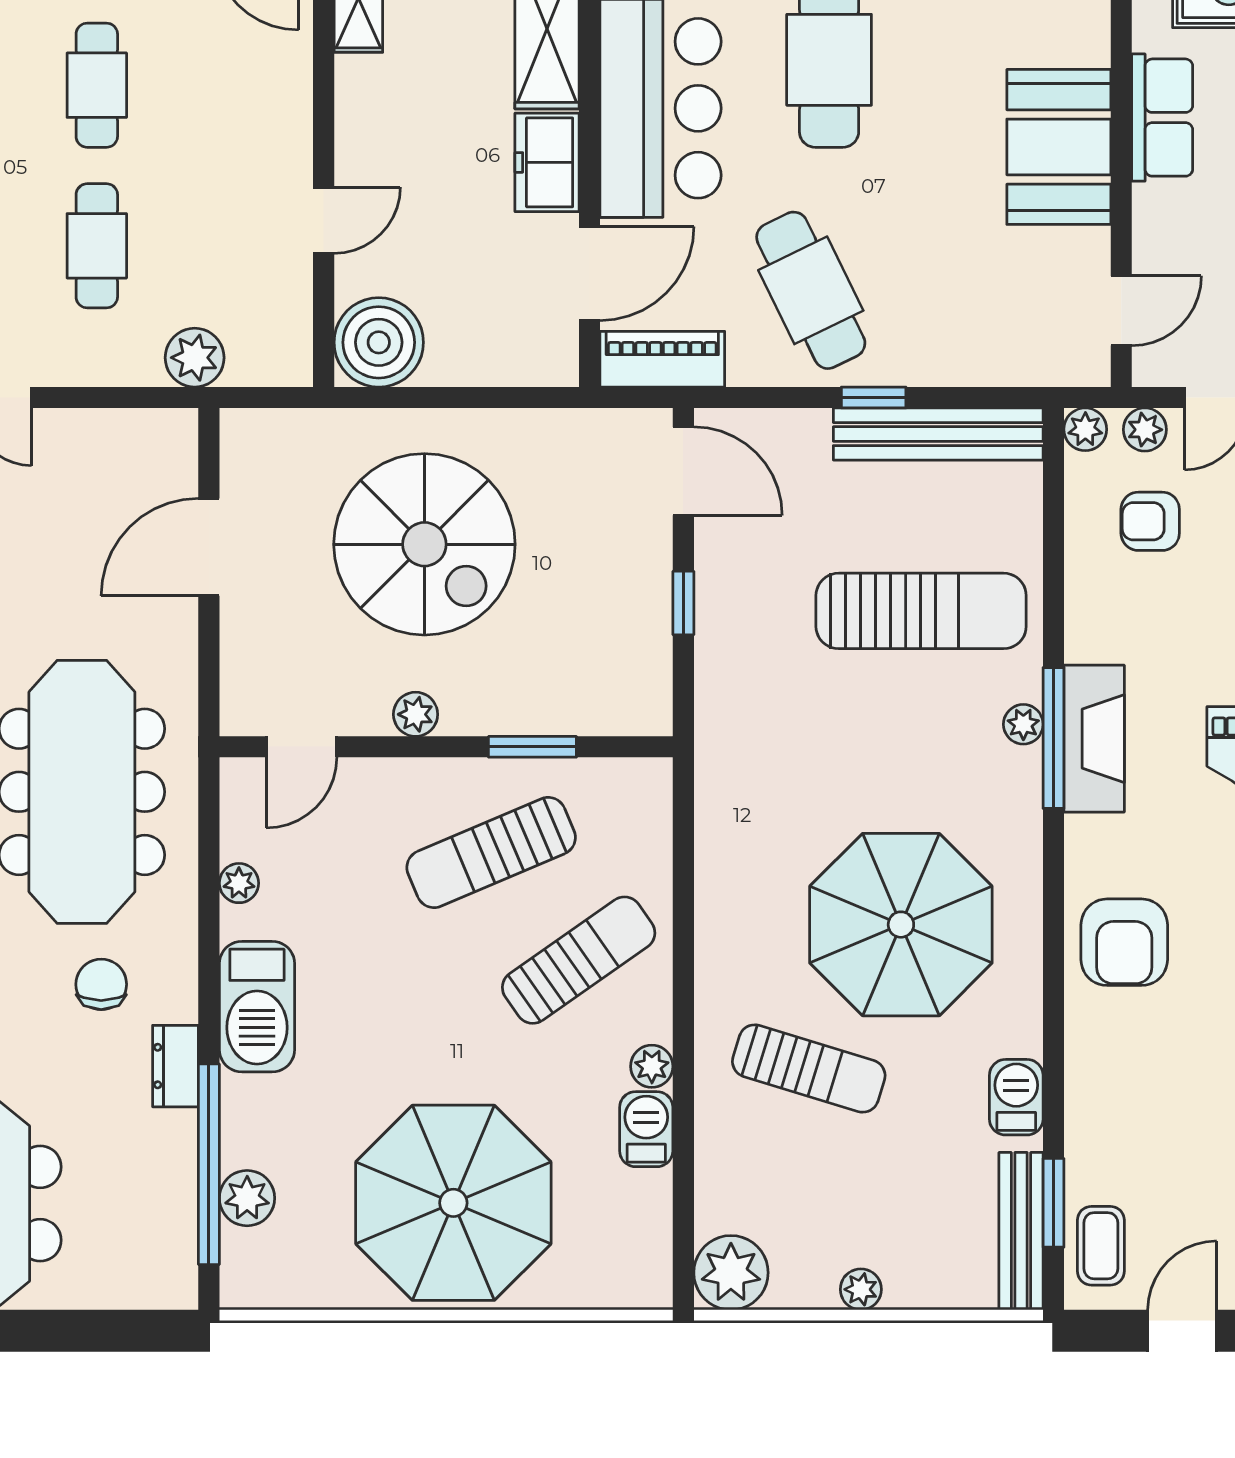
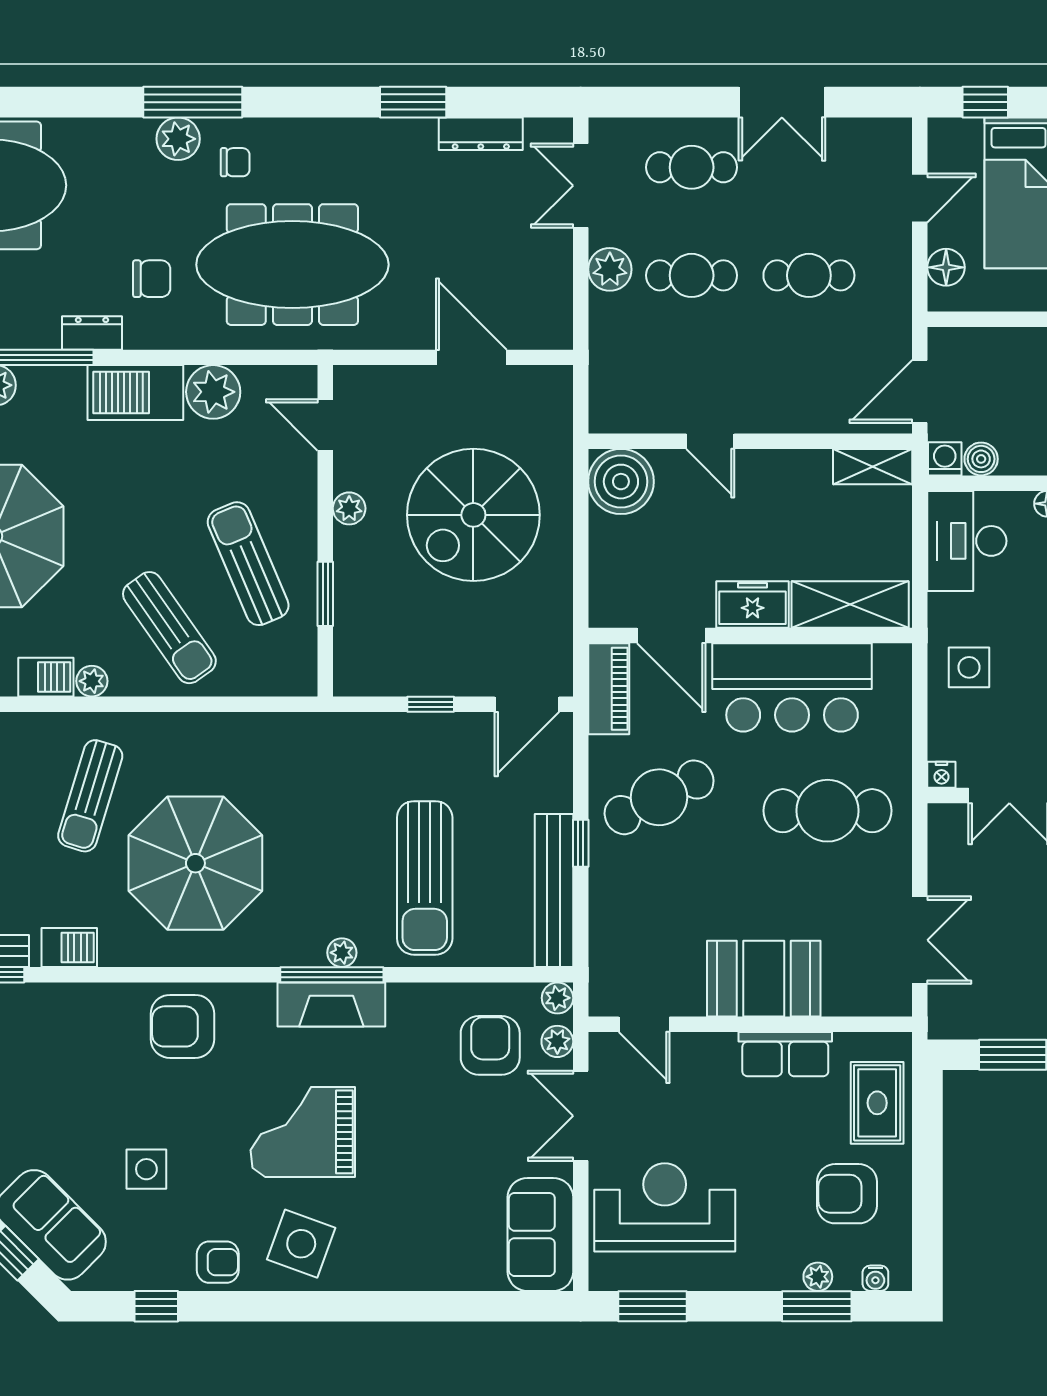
plant: (195, 358) -> (610, 269), moved
armchair: (1150, 521) -> (490, 1045), width x1.38, depth x1.38
plant: (239, 883) -> (213, 392), width x1.88, depth x1.88

